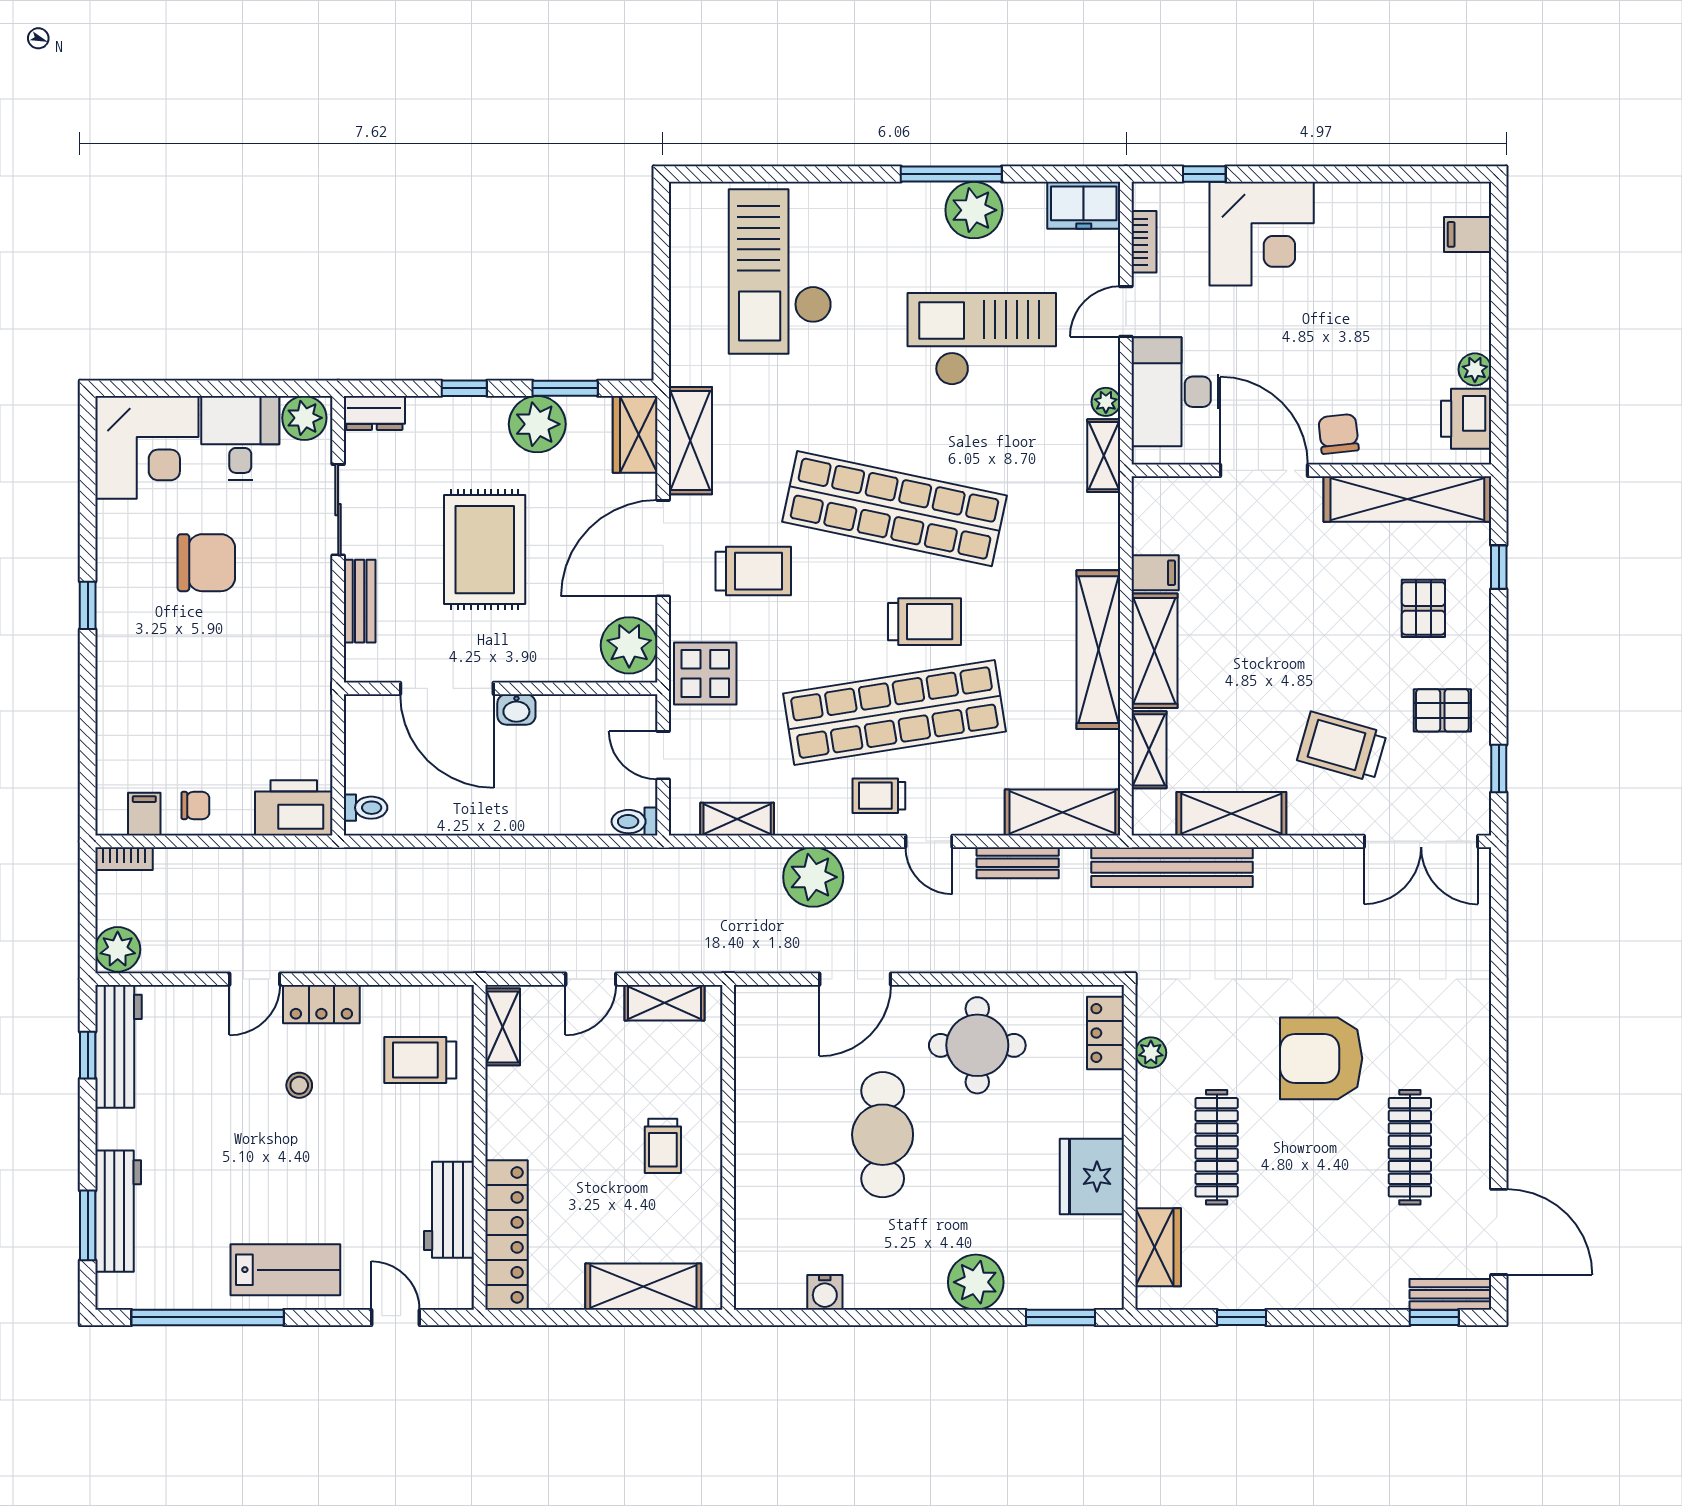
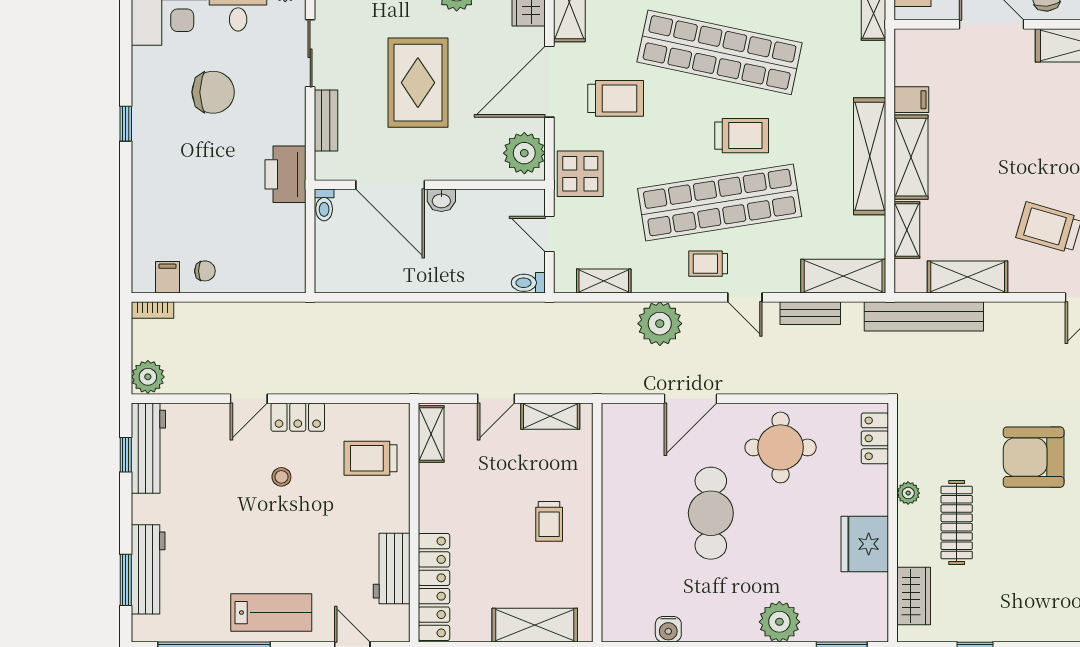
printer: (294, 808) -> (285, 174), moved, turned -90
toilet: (366, 808) -> (324, 205), moved, turned 90
plant: (1151, 1053) -> (908, 493), moved

